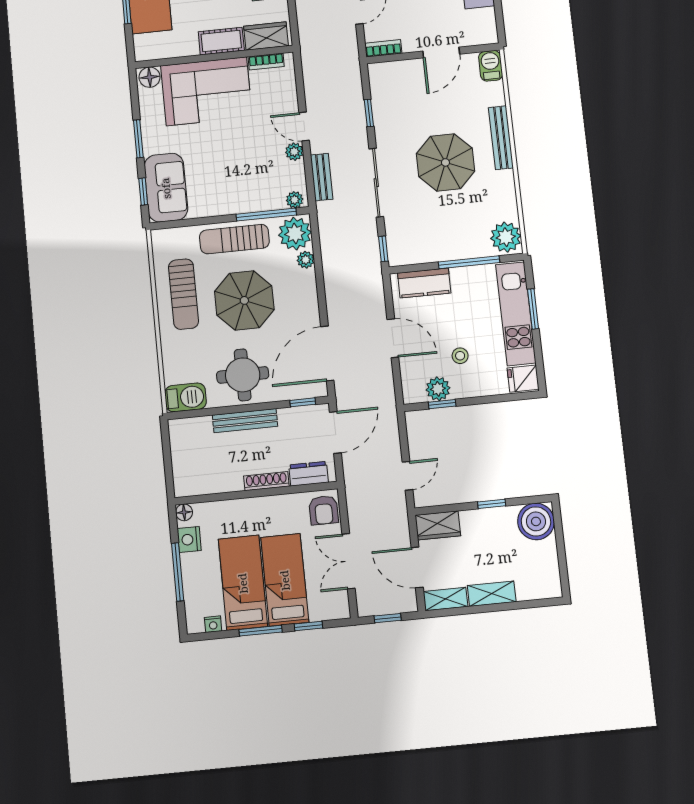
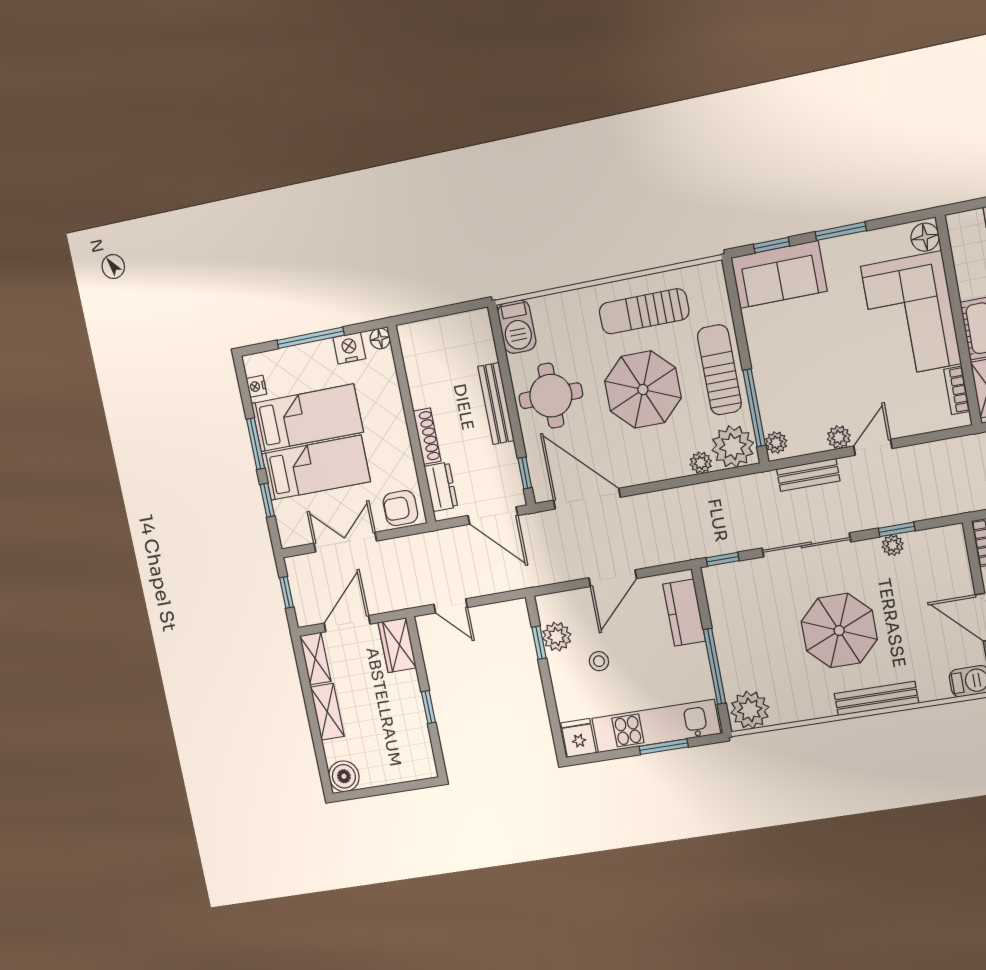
plant: (381, 117) -> (893, 545), added
boiler: (536, 521) -> (344, 776), moved, width x0.73, depth x0.73

